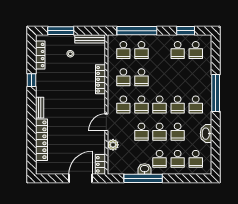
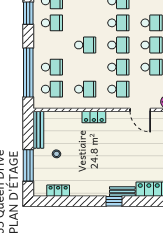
locker: (40, 55) -> (58, 191), width x0.66
school desk: (141, 77) -> (85, 45), moved
locker: (101, 79) -> (94, 117), width x0.66
window: (32, 80) -> (114, 201), moved

